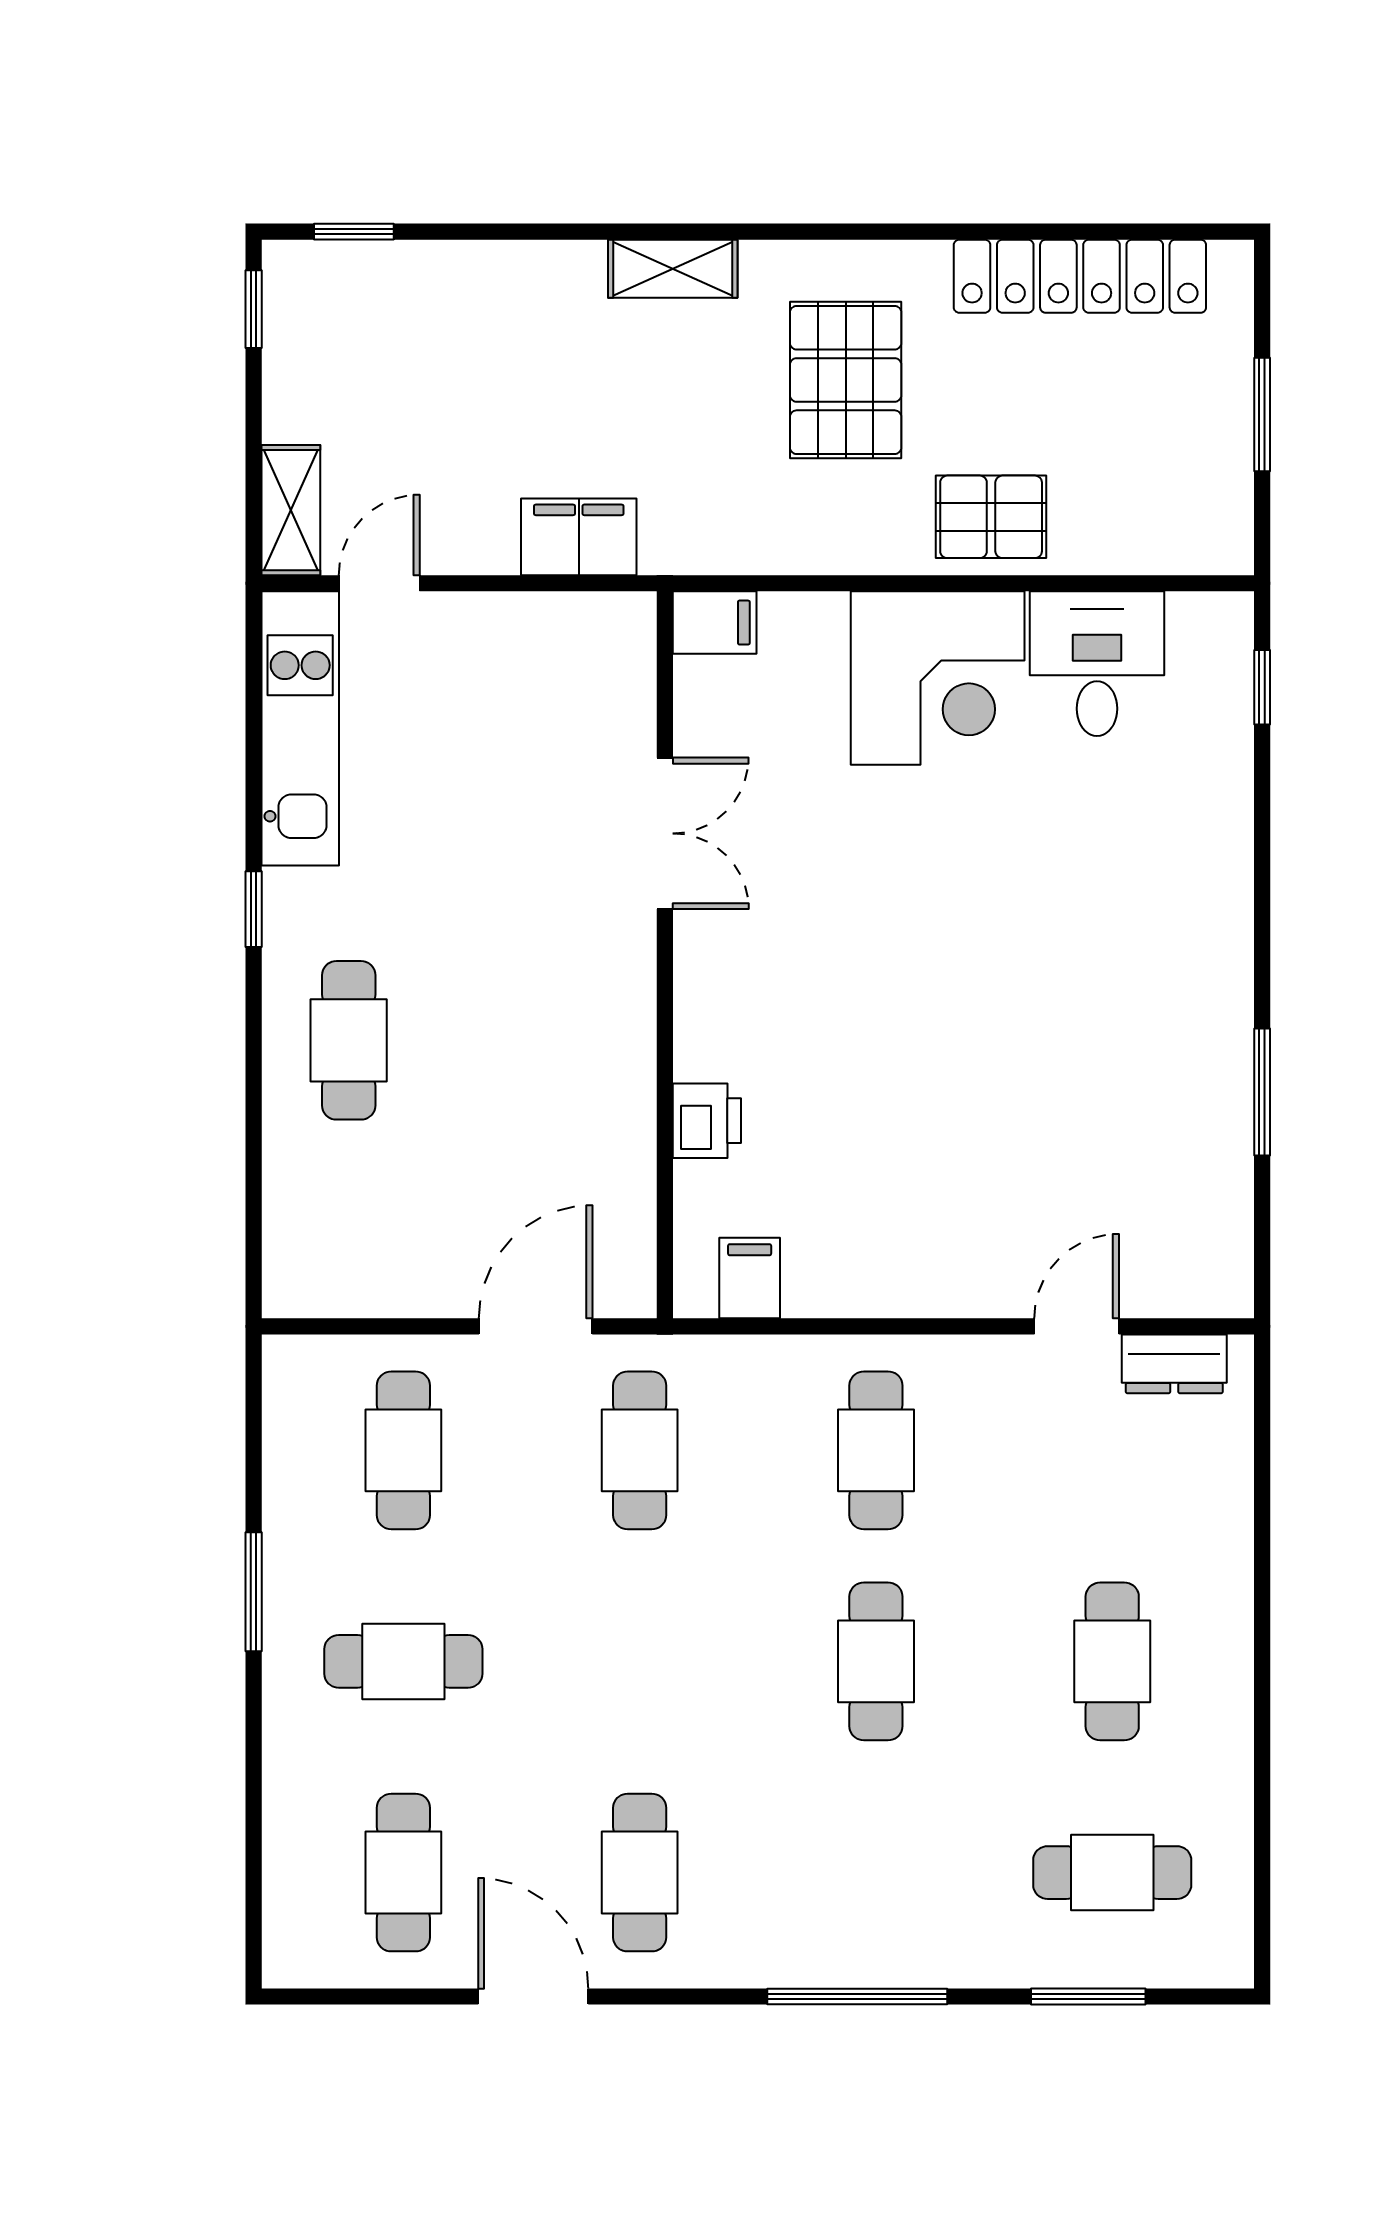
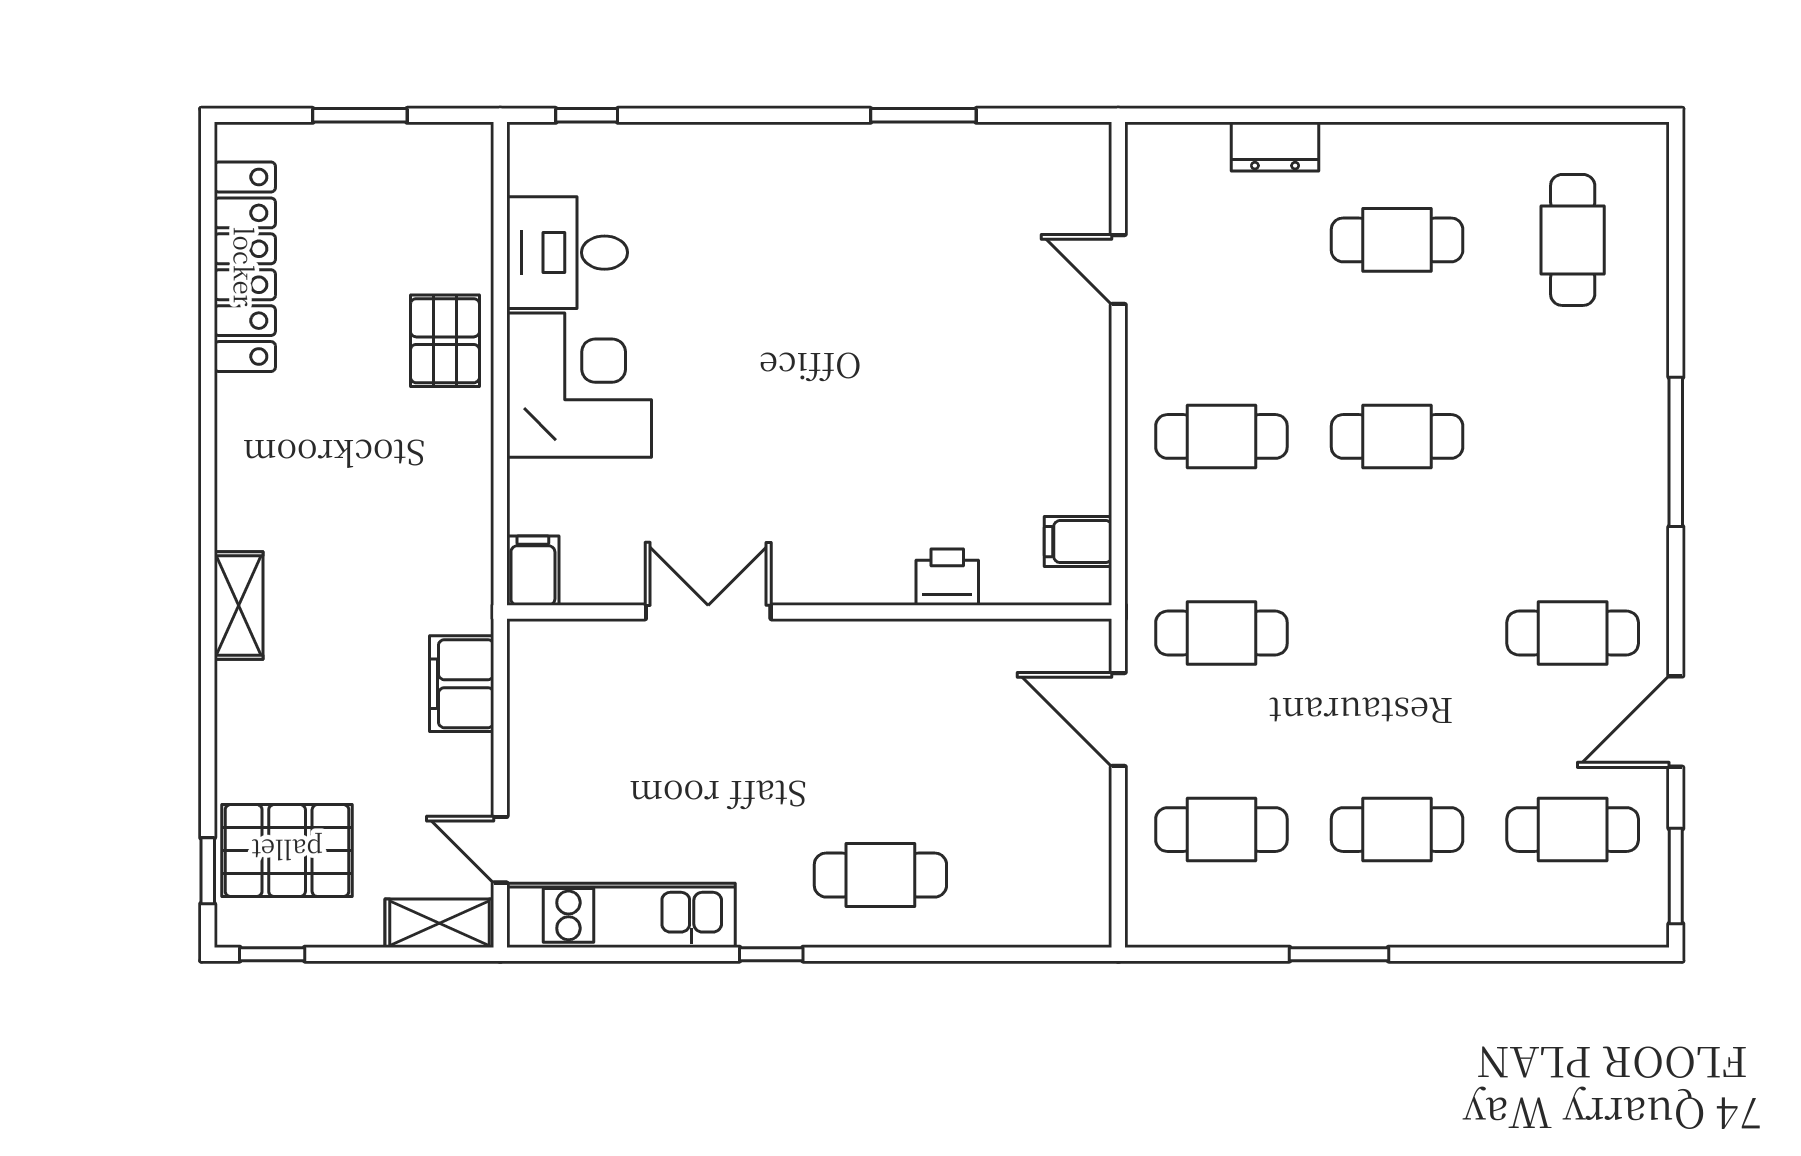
pallet: (846, 380) -> (287, 851), moved
dresser: (1174, 1364) -> (1275, 146), moved, turned 90
cafe table: (403, 1661) -> (1397, 830), turned 90
window: (1088, 1997) -> (1676, 876), moved

